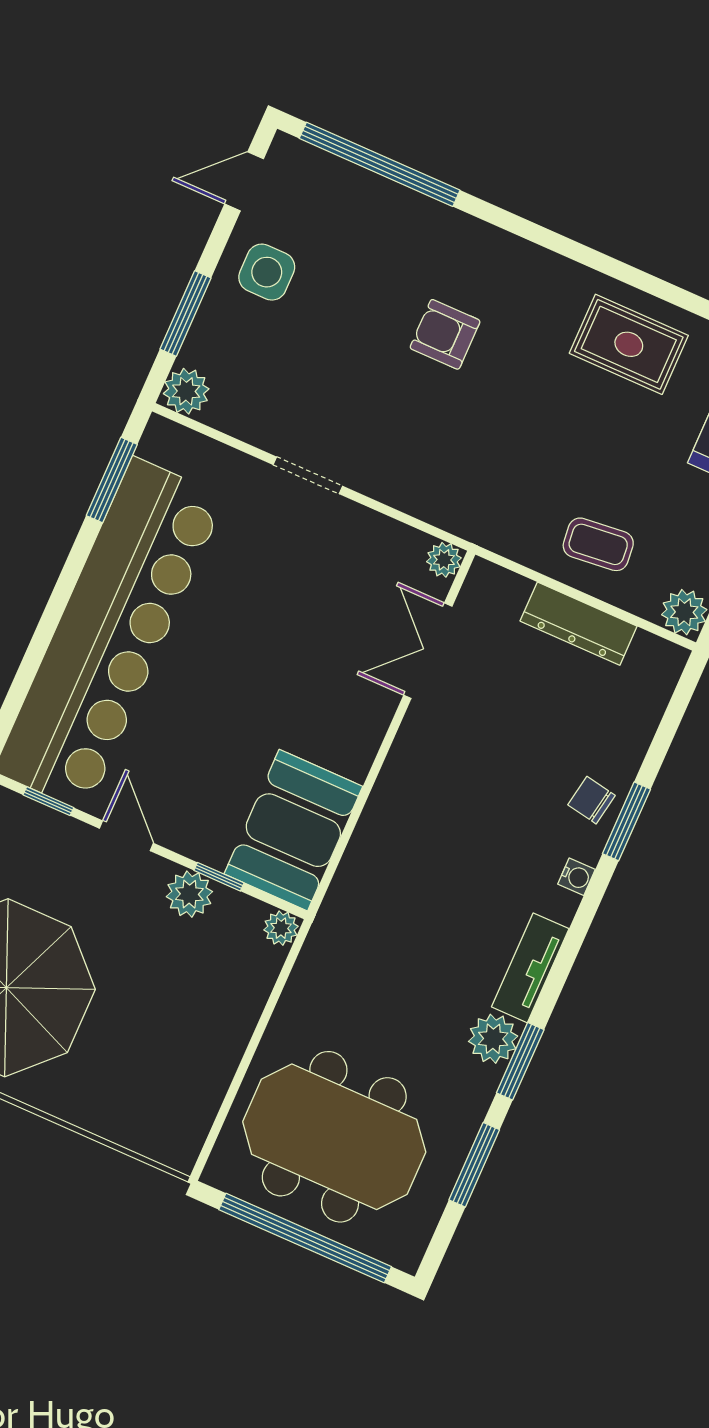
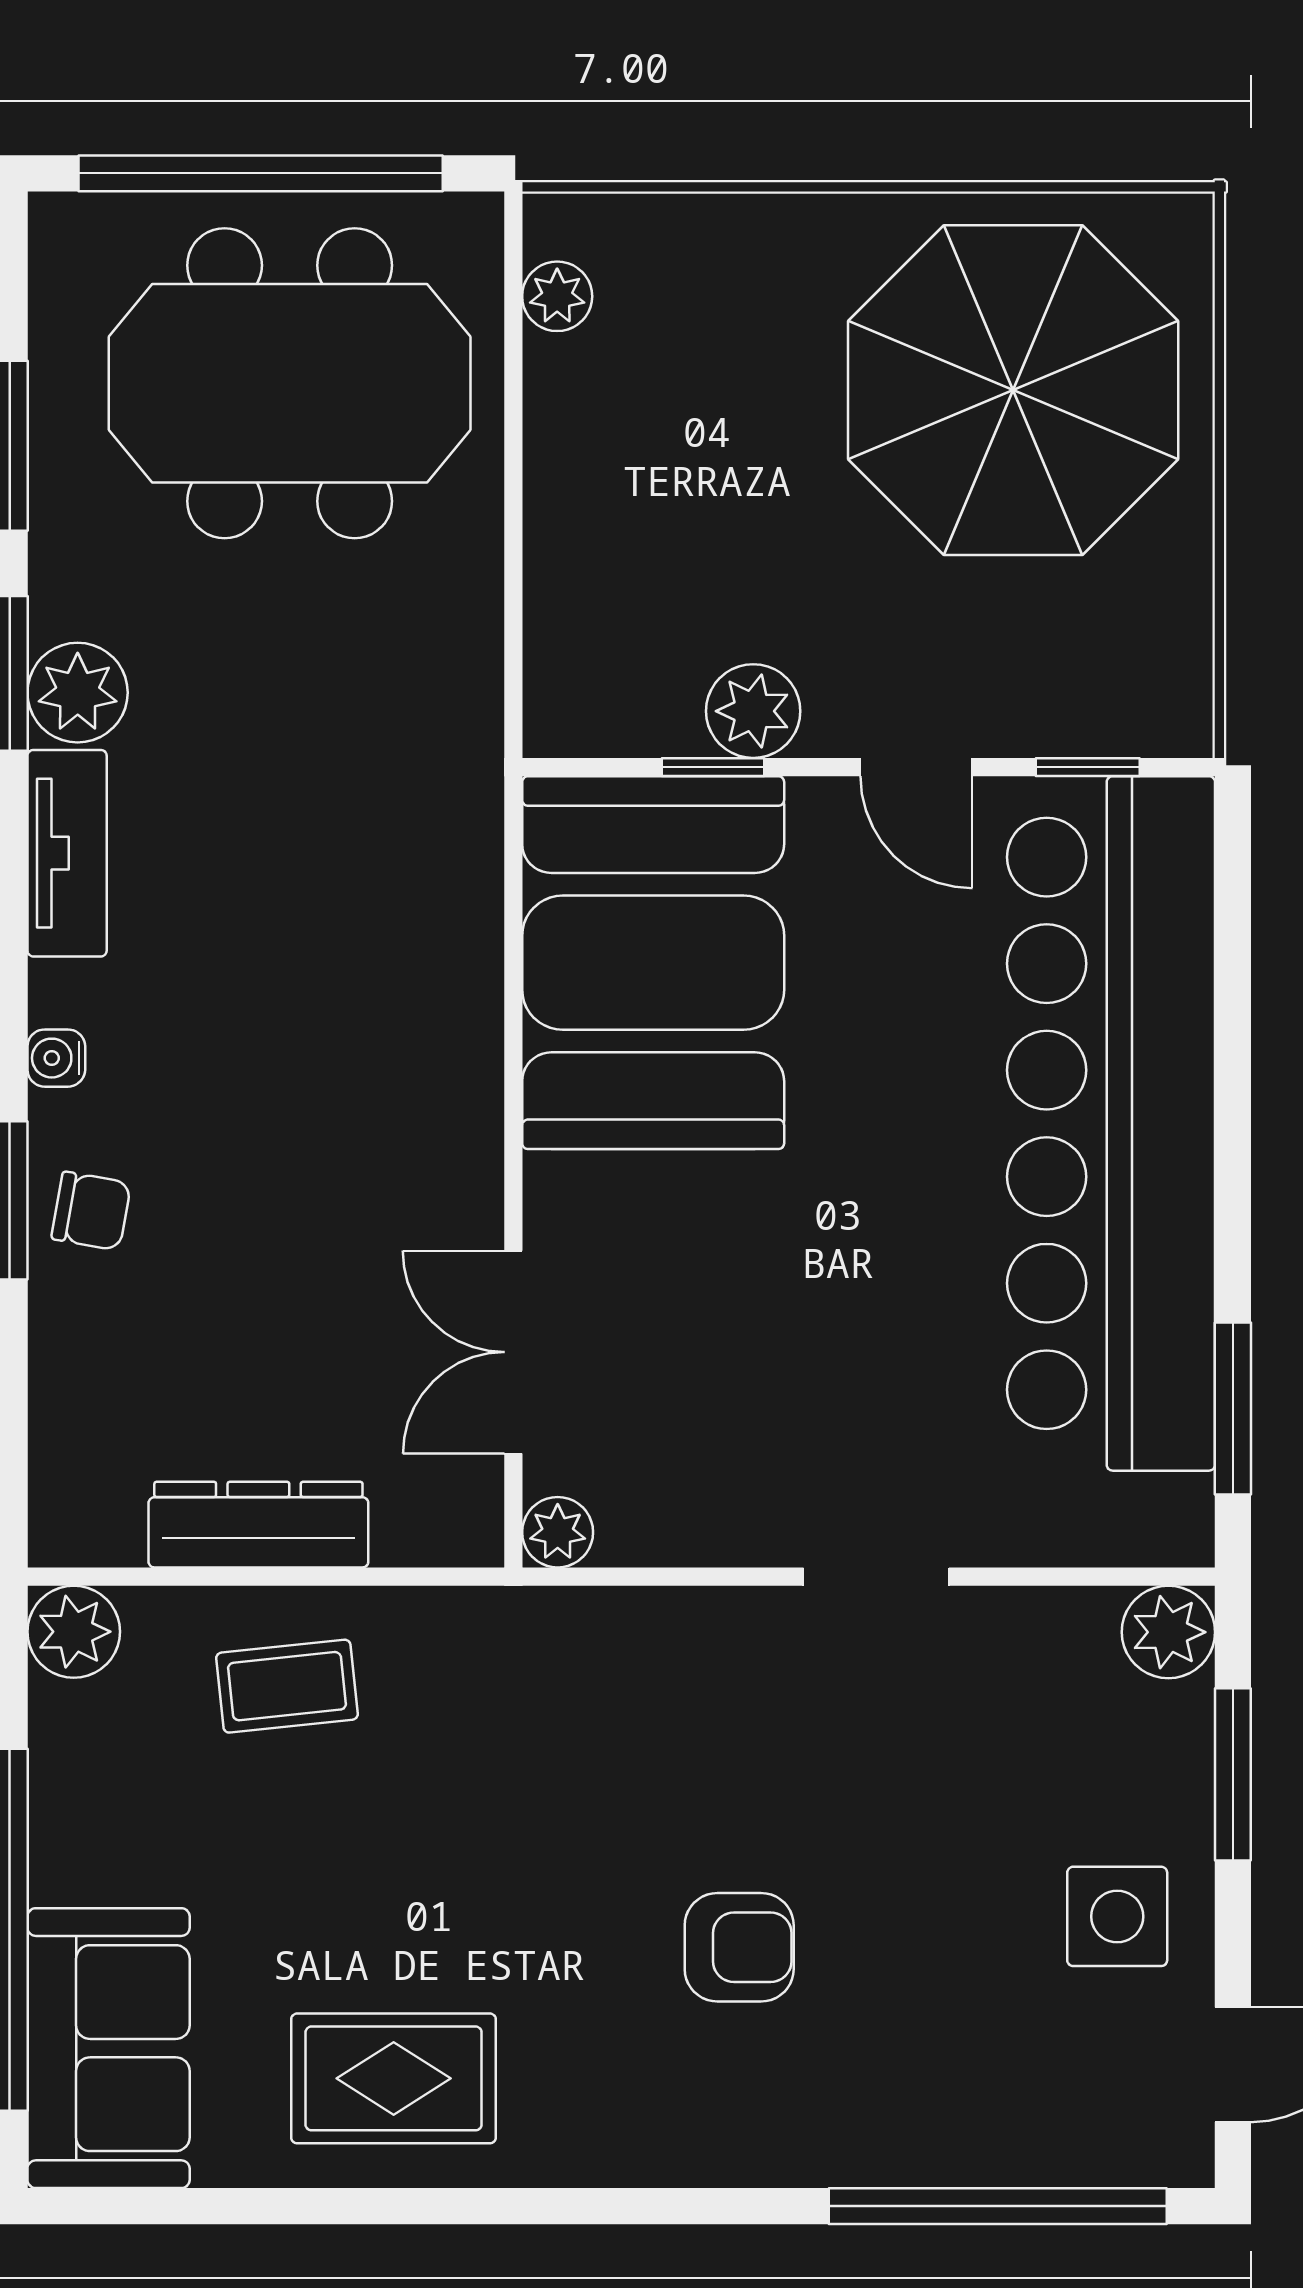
double door: (428, 651) -> (513, 1352), swing flipped
booth: (293, 830) -> (653, 963), width x1.36, depth x1.42
plant: (281, 928) -> (557, 296), moved

